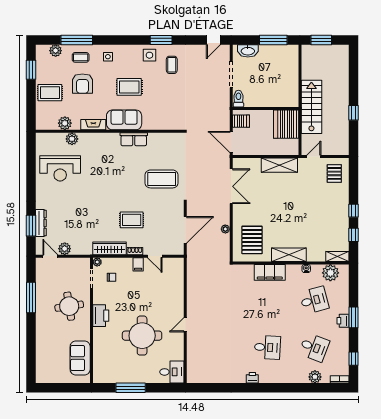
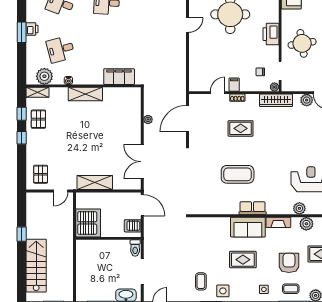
stairs: (311, 107) -> (36, 266), moved, turned 180
row of seats: (134, 139) -> (253, 208), moved
coffee table: (162, 179) -> (238, 174), moved
pallet: (252, 240) -> (38, 119), moved, width x0.67, depth x0.71
wardrobe: (110, 248) -> (276, 100), moved
door: (155, 256) -> (218, 93), hinge flipped
filing cabinet: (270, 272) -> (119, 77), moved

